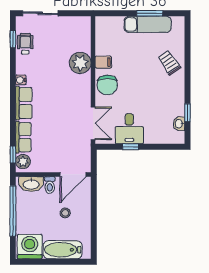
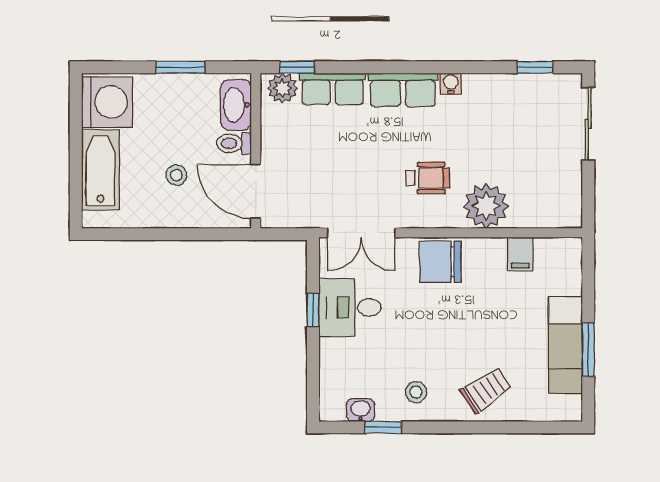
wheelchair: (25, 44) -> (428, 178), moved
filing cabinet: (103, 62) -> (520, 254), moved
stool: (170, 97) -> (416, 392), added
window: (13, 211) -> (180, 67), width x0.47

